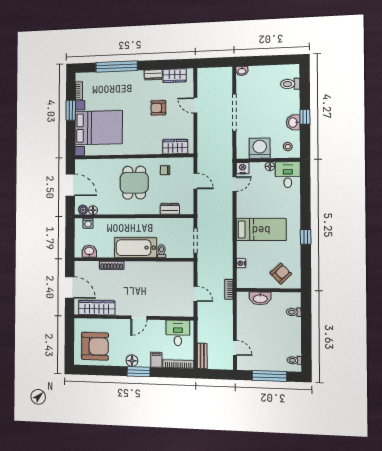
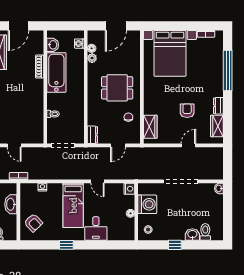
window: (71, 110) -> (187, 26), removed
washbasin: (293, 122) -> (192, 234), moved
desk: (288, 175) -> (96, 228), moved, turned 90
door: (234, 184) -> (98, 181), moved
dresser: (170, 209) -> (92, 135), moved
plant: (83, 210) -> (92, 58), moved
bathtub: (136, 248) -> (56, 72), moved
door: (195, 294) -> (14, 145), hinge flipped

